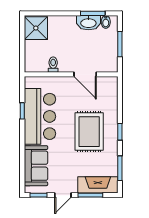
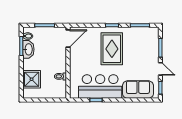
shower: (36, 28) -> (32, 79), moved
door: (85, 74) -> (68, 39), moved
rug: (89, 132) -> (112, 49), turned 90
fireplace: (98, 185) -> (153, 42), removed

